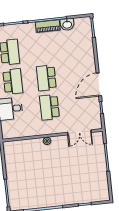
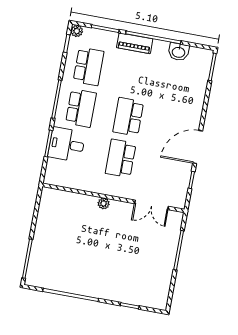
piano: (48, 26) -> (135, 43), moved

